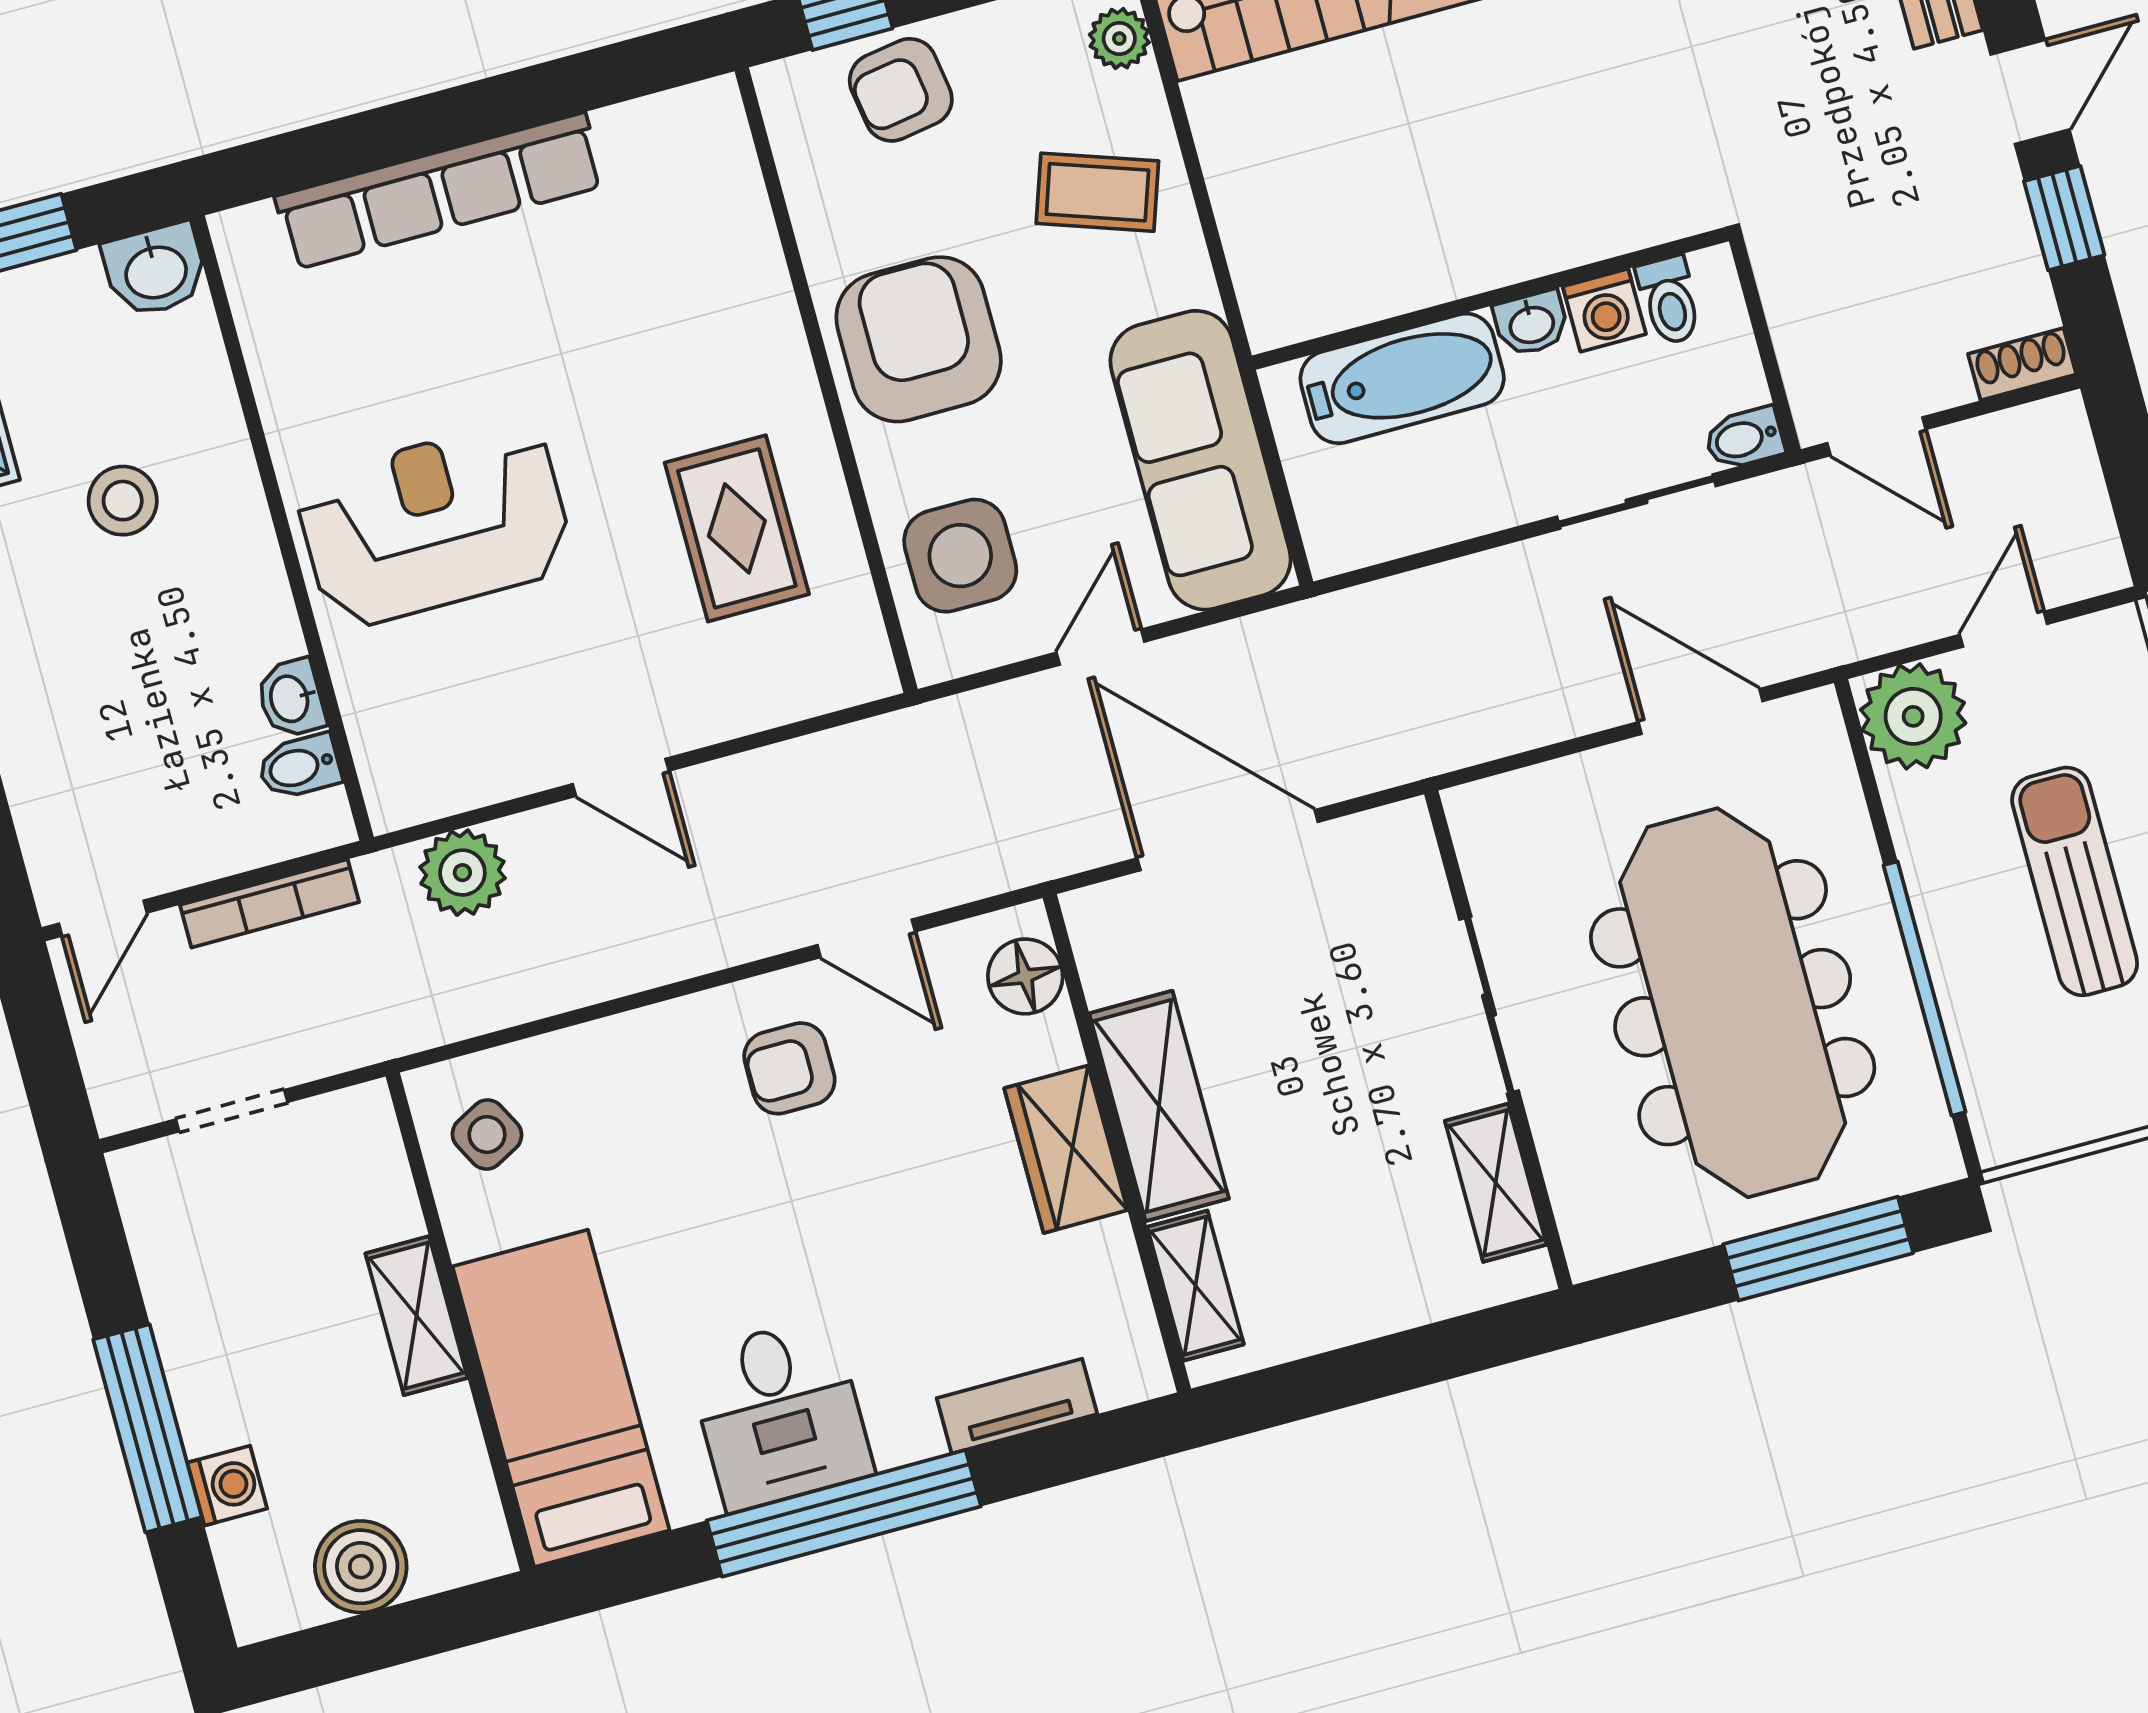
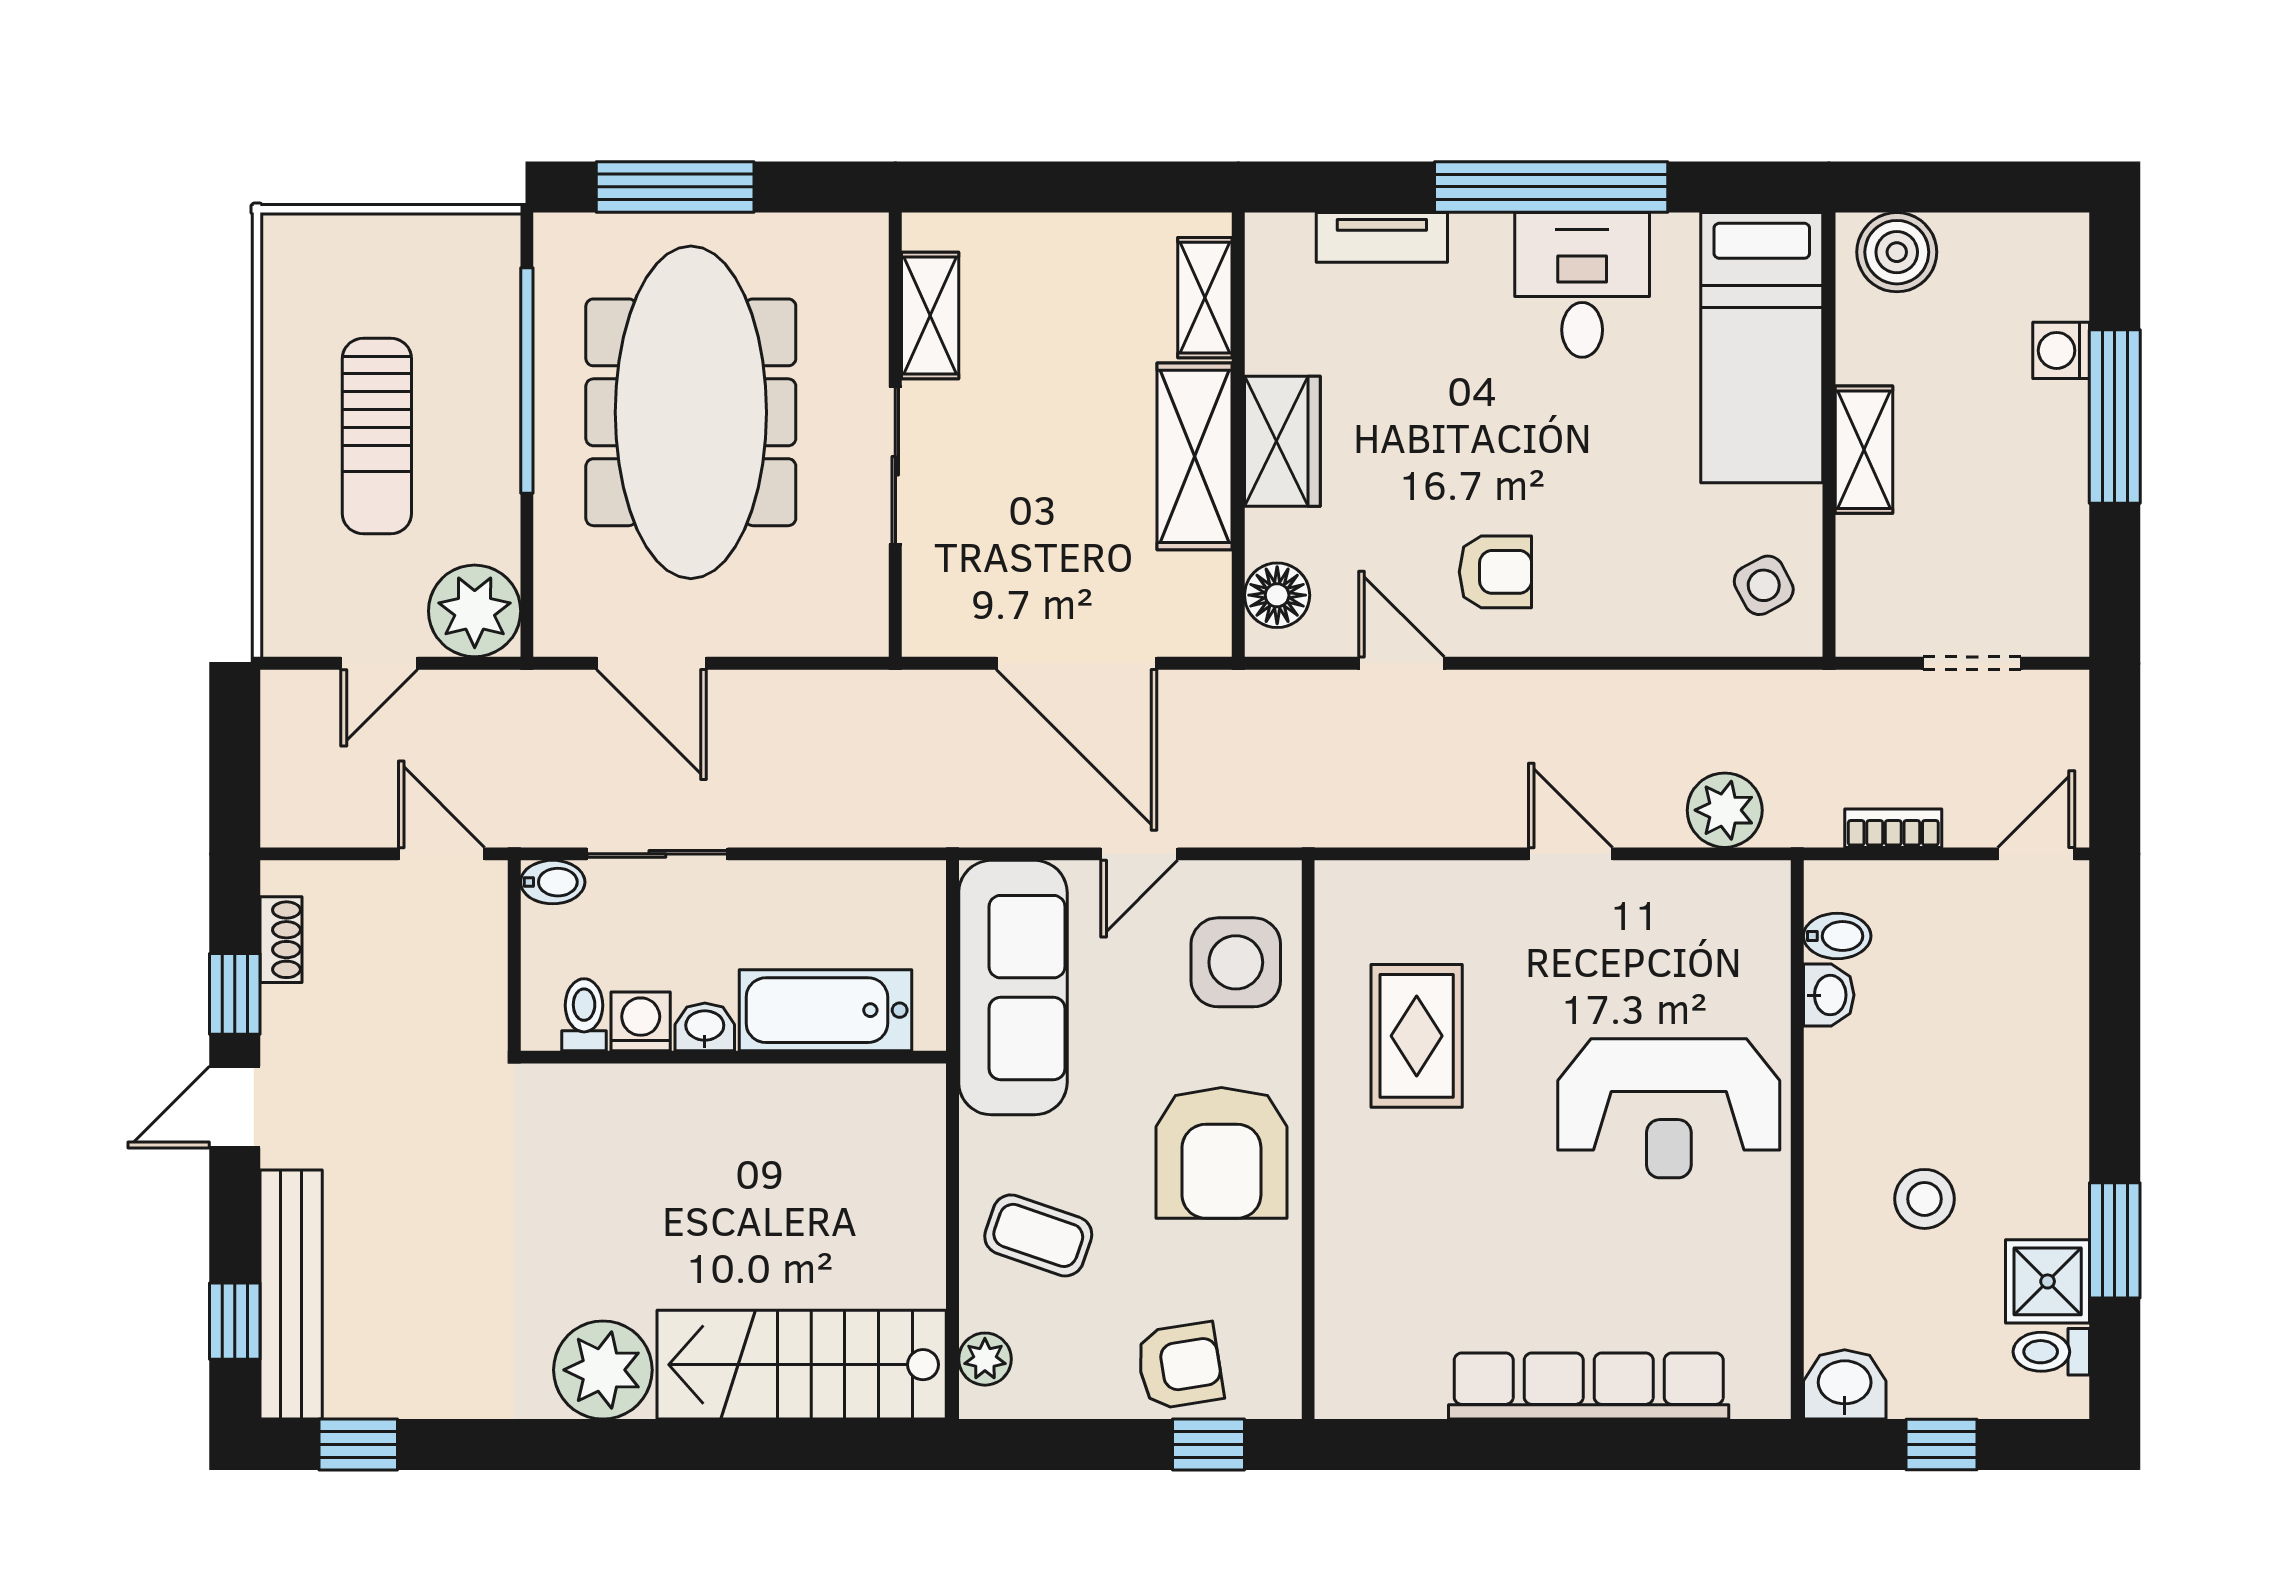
shoe rack: (2022, 364) -> (281, 940), moved, turned -90
bookcase: (269, 903) -> (1893, 828), width x0.64
boiler: (361, 1567) -> (1897, 252), moved

